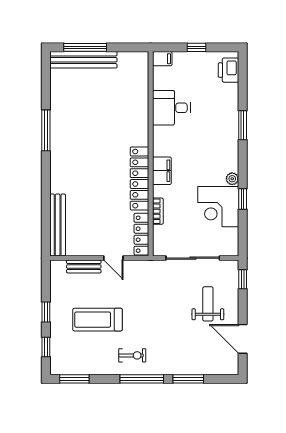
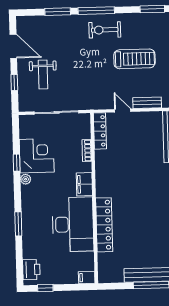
window: (197, 47) -> (45, 288), moved
desk: (171, 108) -> (73, 224), width x1.87, depth x1.30
locker: (139, 179) -> (104, 225), moved
window: (243, 279) -> (14, 83), moved
exercise bike: (132, 355) -> (105, 30), width x1.38, depth x1.39

